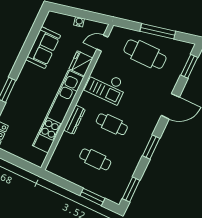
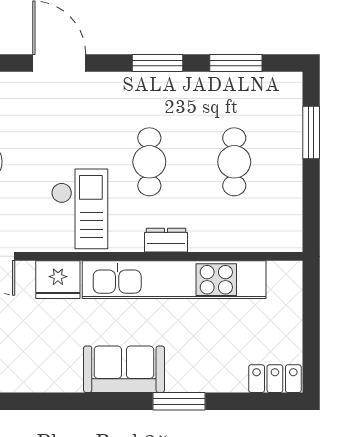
sofa: (43, 48) -> (124, 369), moved
dresser: (74, 120) -> (166, 240), width x0.70
window: (131, 189) -> (236, 63), moved

